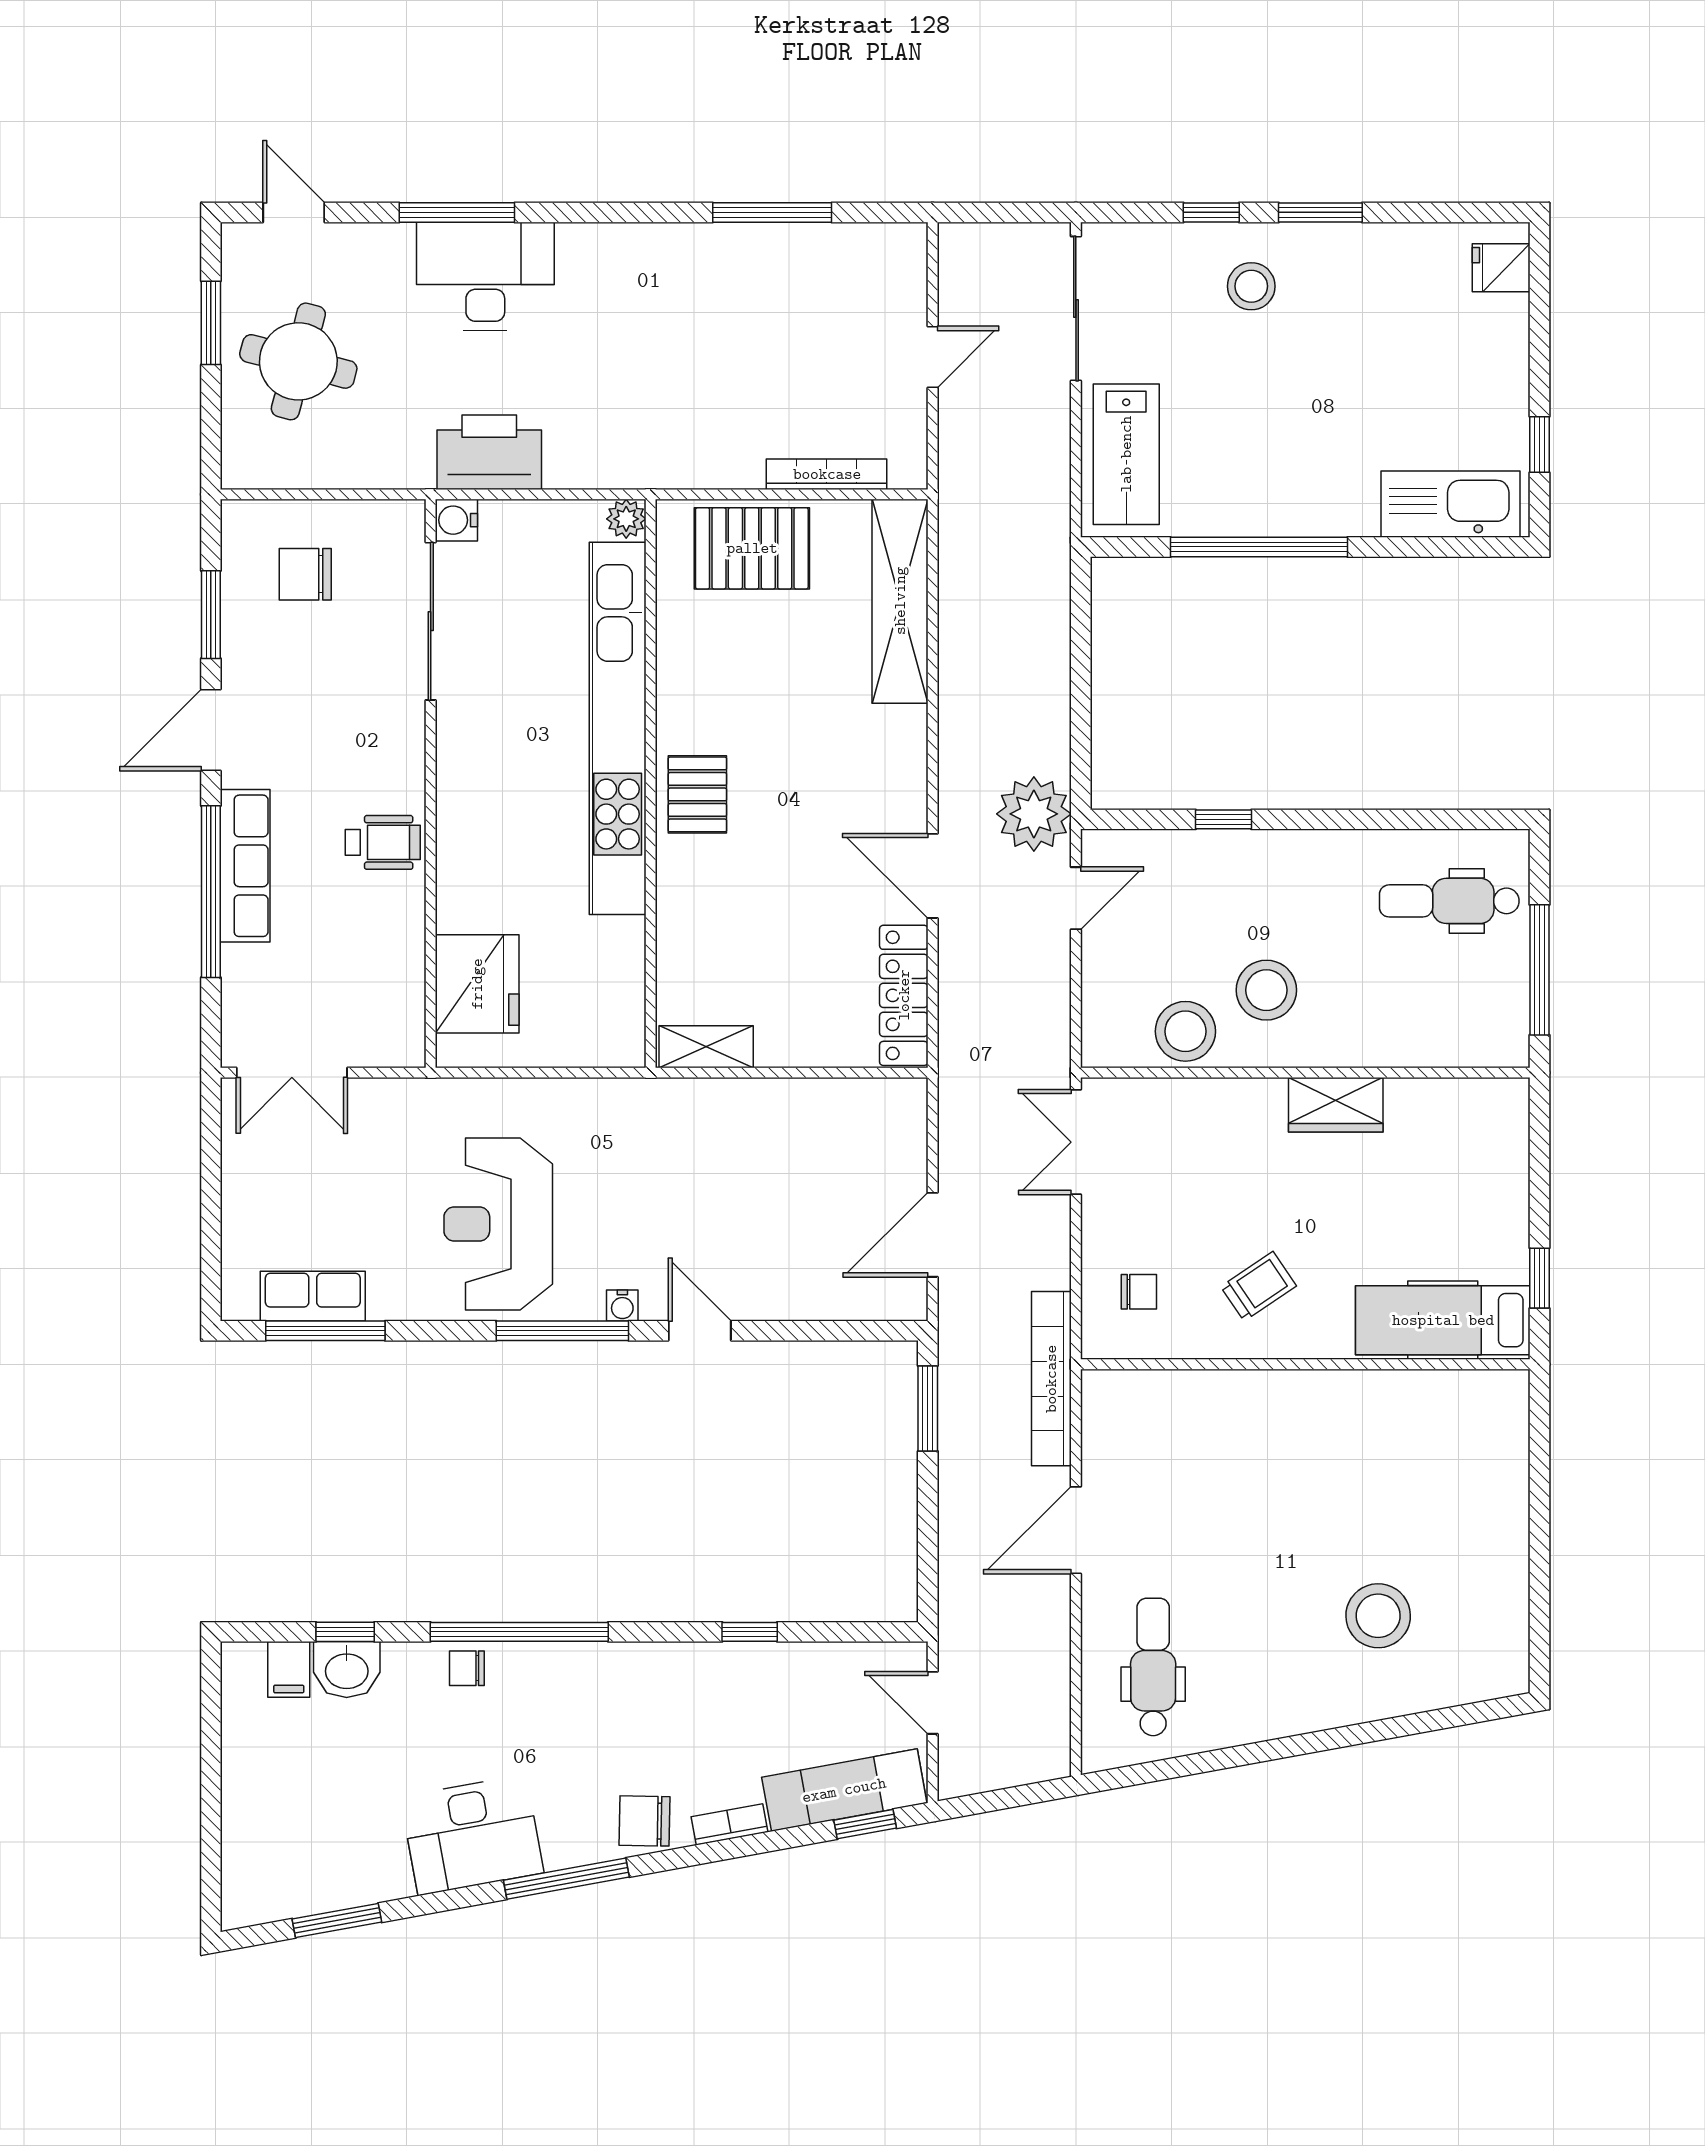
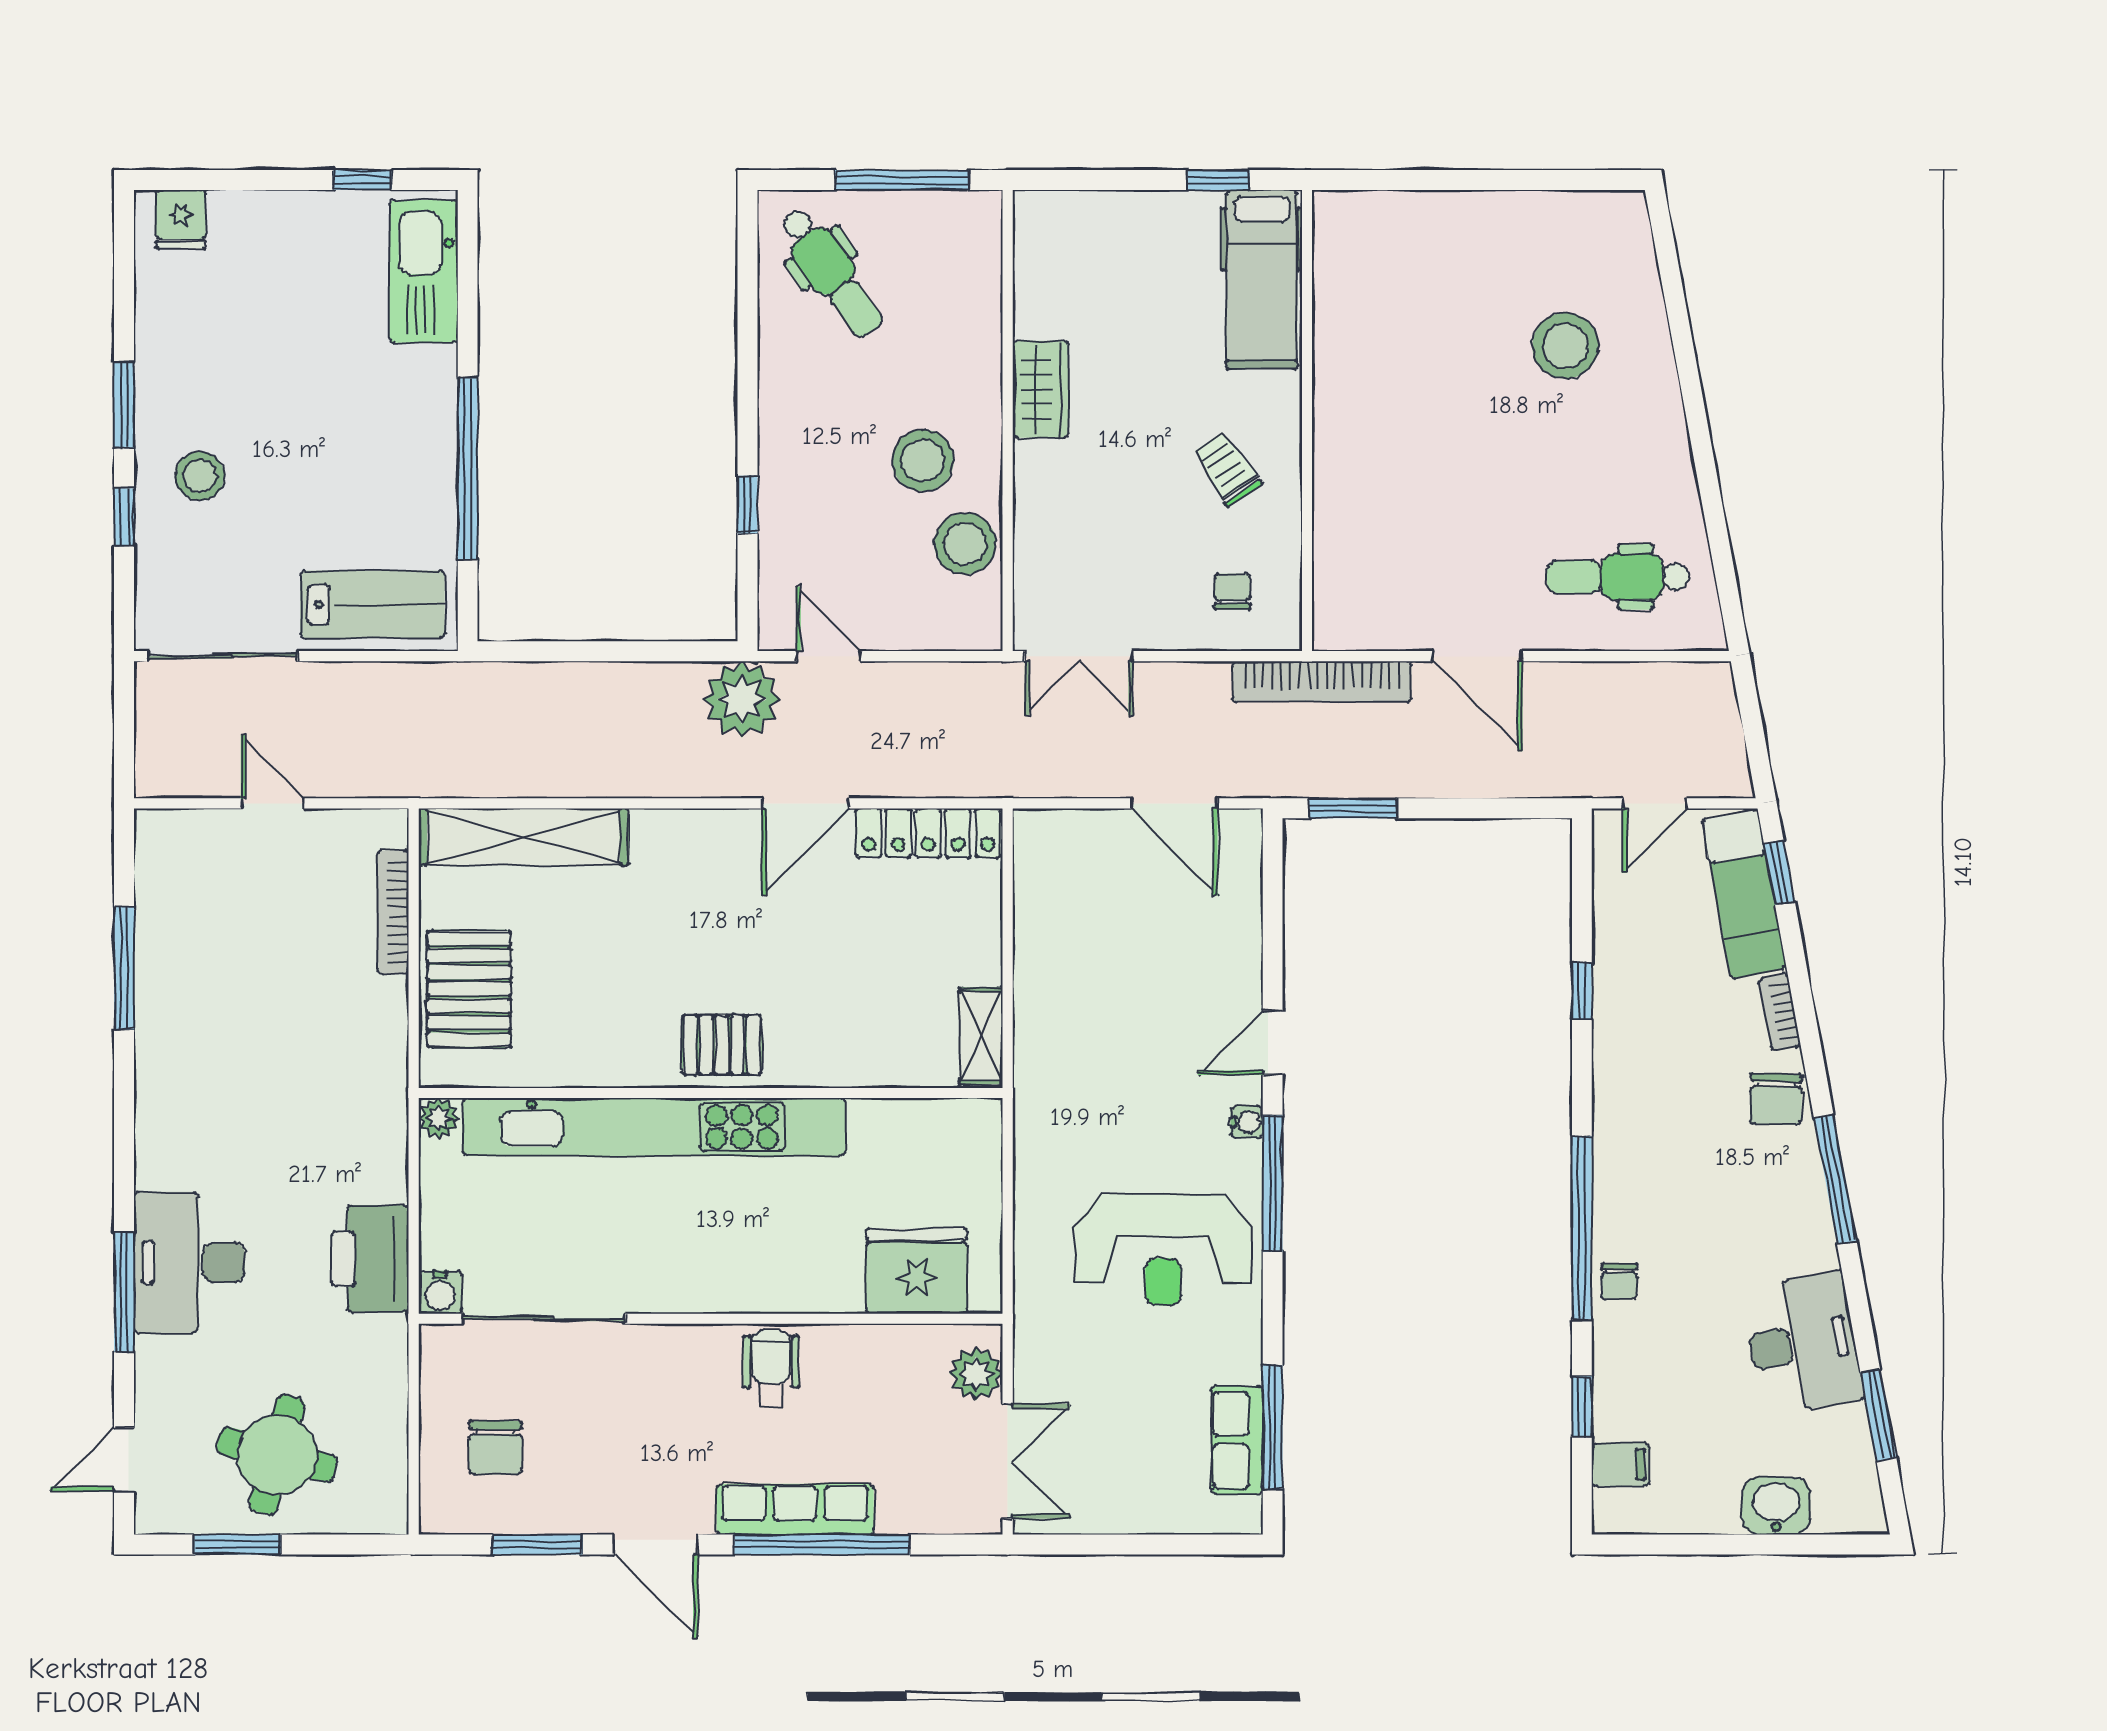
dental chair: (1449, 901) -> (831, 273), turned -35
plant: (377, 1042) -> (976, 1374), added
washbasin: (347, 1670) -> (1776, 1506), moved, turned -90
desk: (472, 1835) -> (1803, 1343), moved

